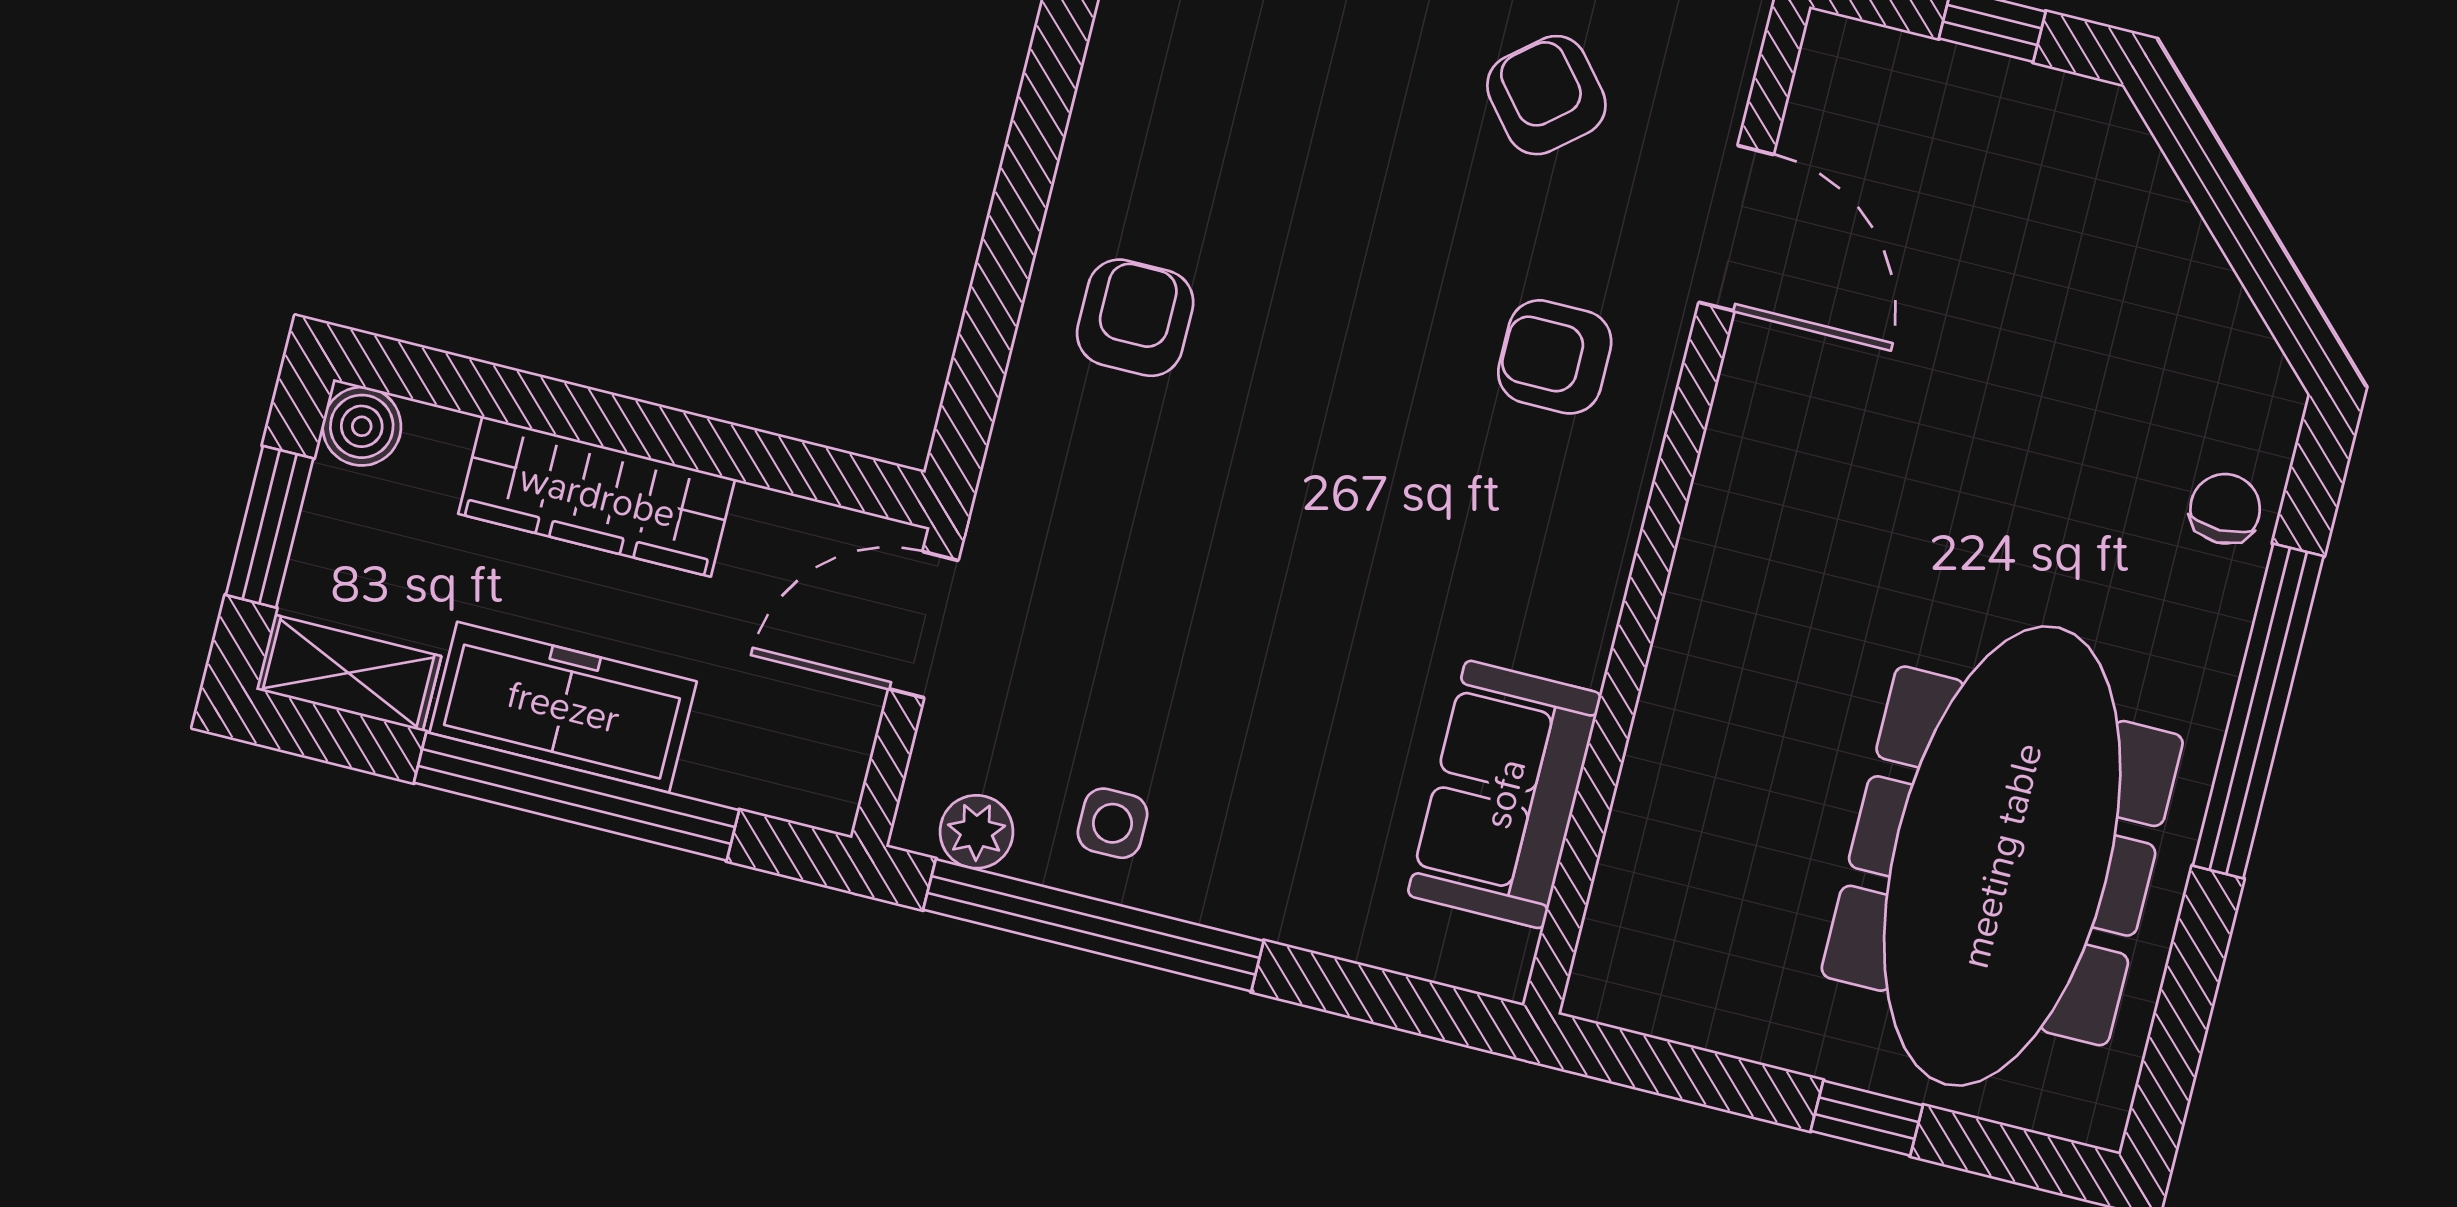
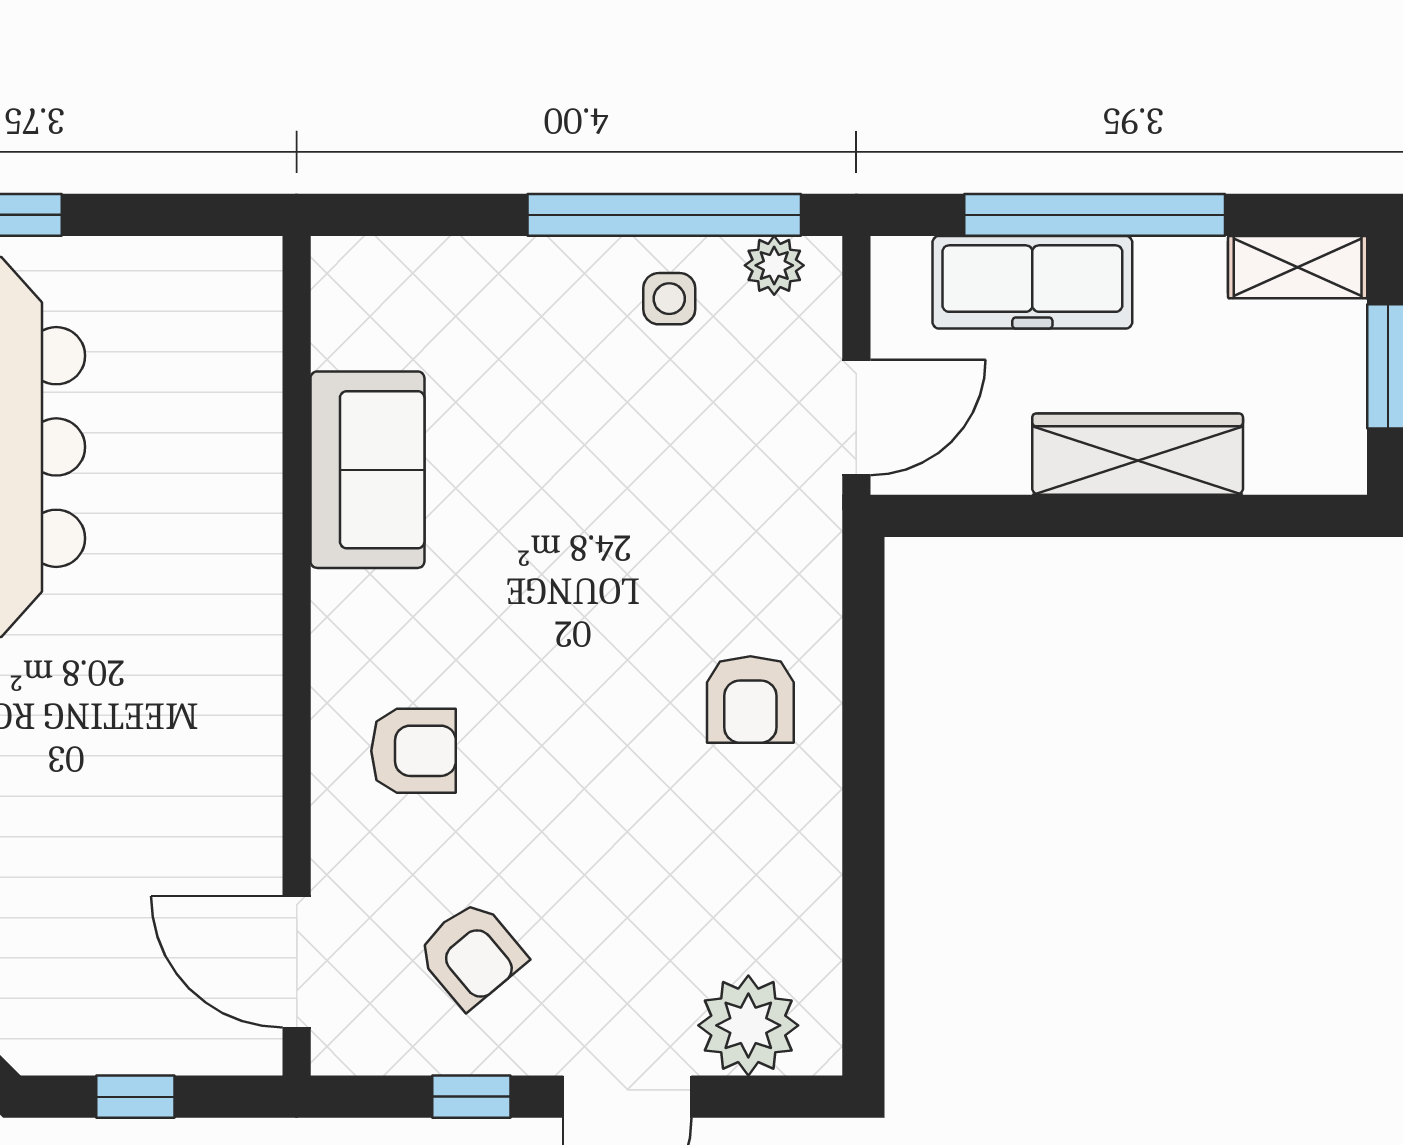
door: (1736, 228) -> (297, 962), moved
boiler: (362, 426) -> (1335, 463), removed
freezer: (563, 707) -> (1032, 282), moved
sofa: (1505, 794) -> (367, 470), moved

